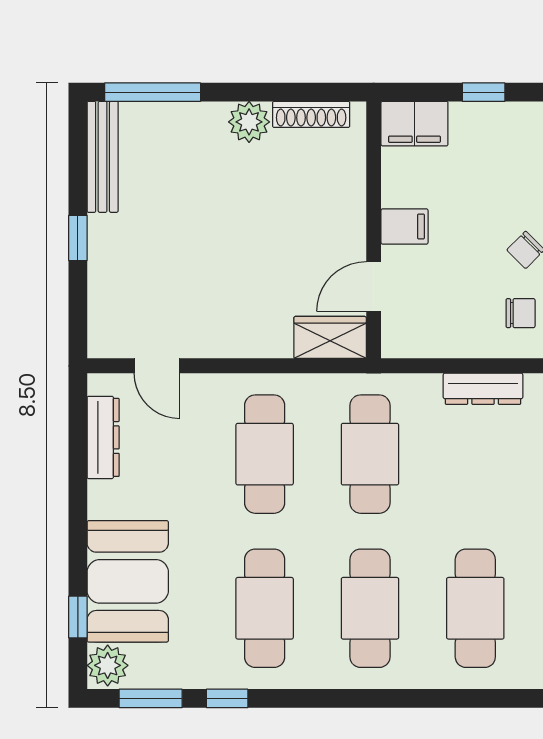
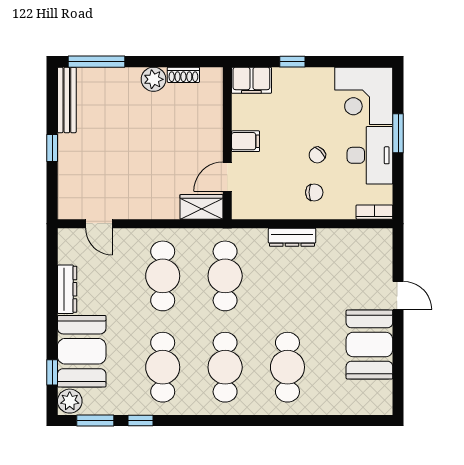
shoe rack: (311, 114) -> (183, 75), width x0.70
dresser: (103, 437) -> (67, 289), moved

